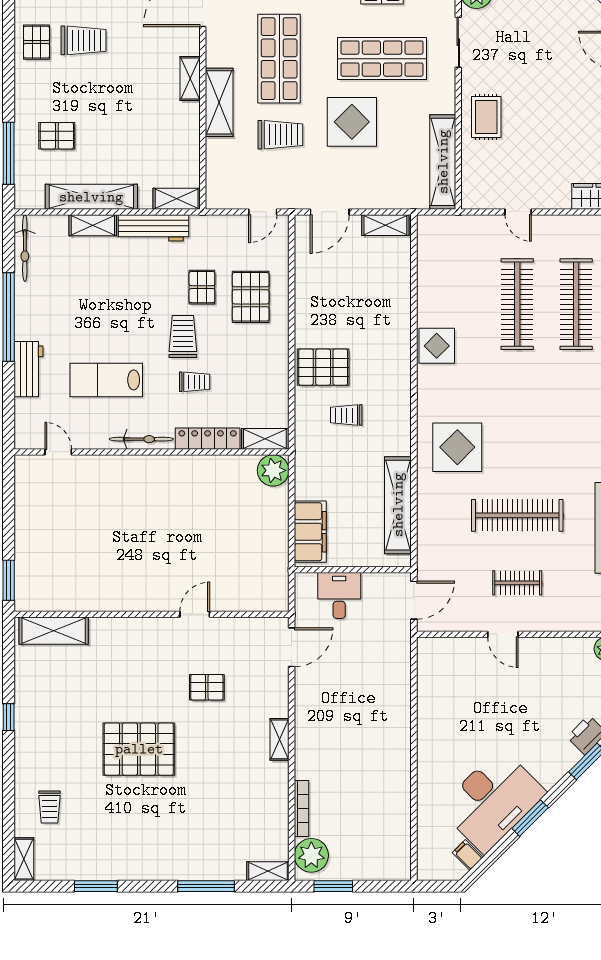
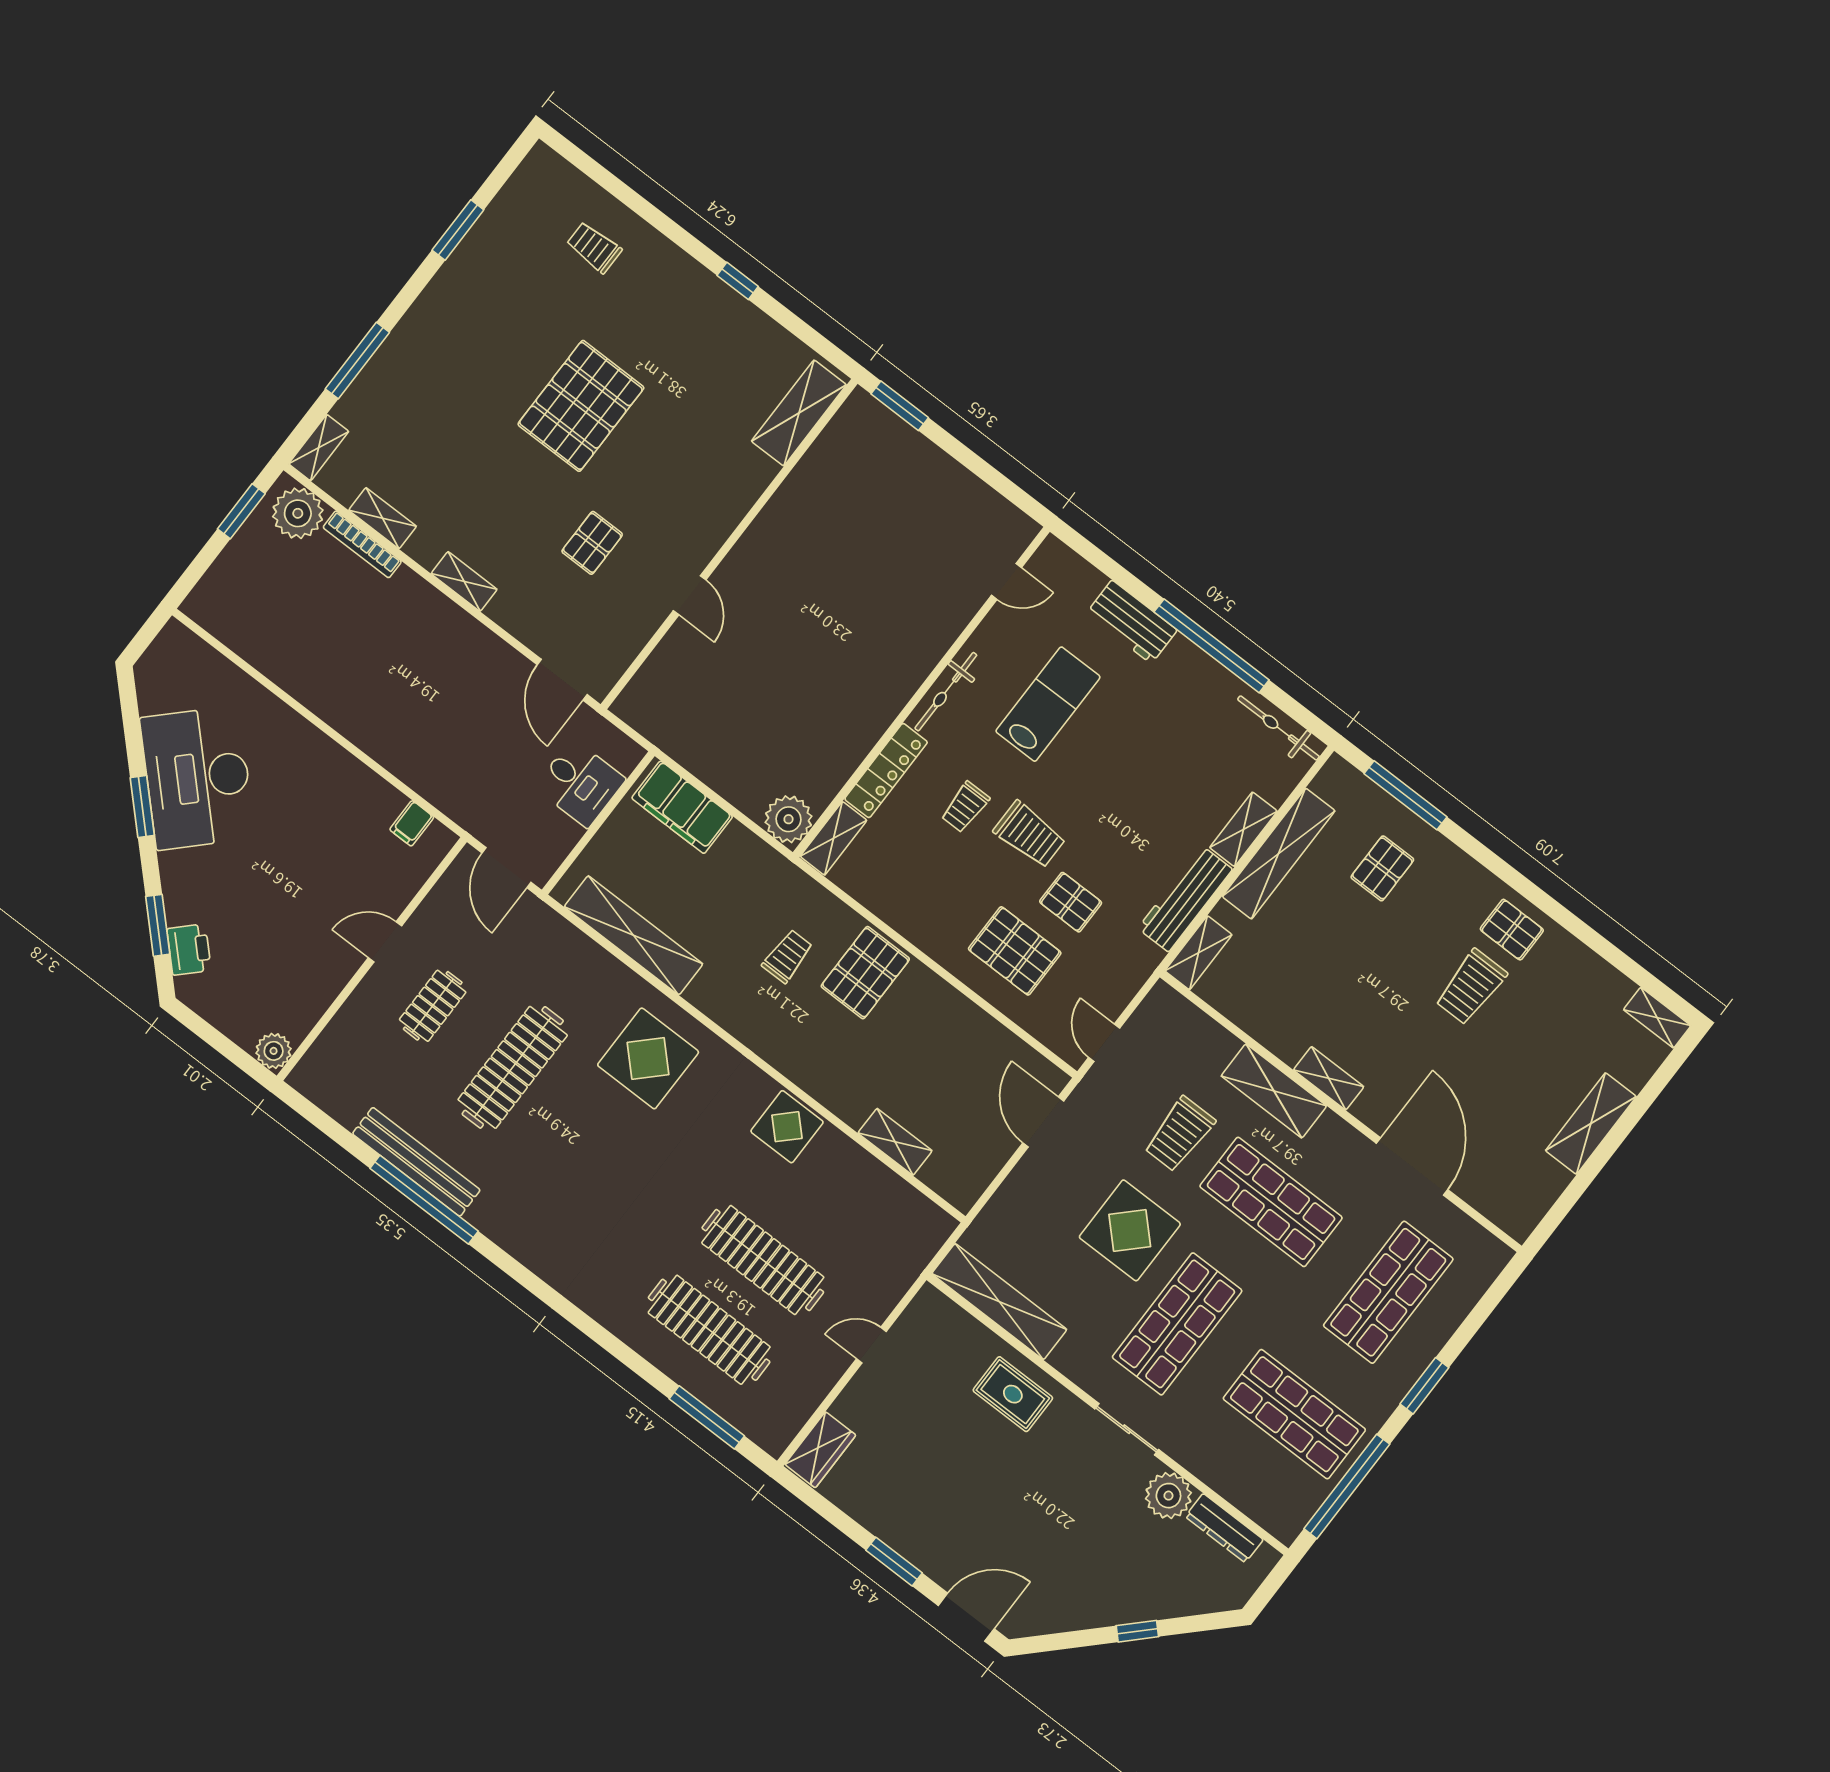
shelving: (385, 225) -> (895, 1142), moved, turned 90
filing cabinet: (468, 855) -> (412, 823), moved, turned 135
shelving: (24, 859) -> (383, 518), moved

